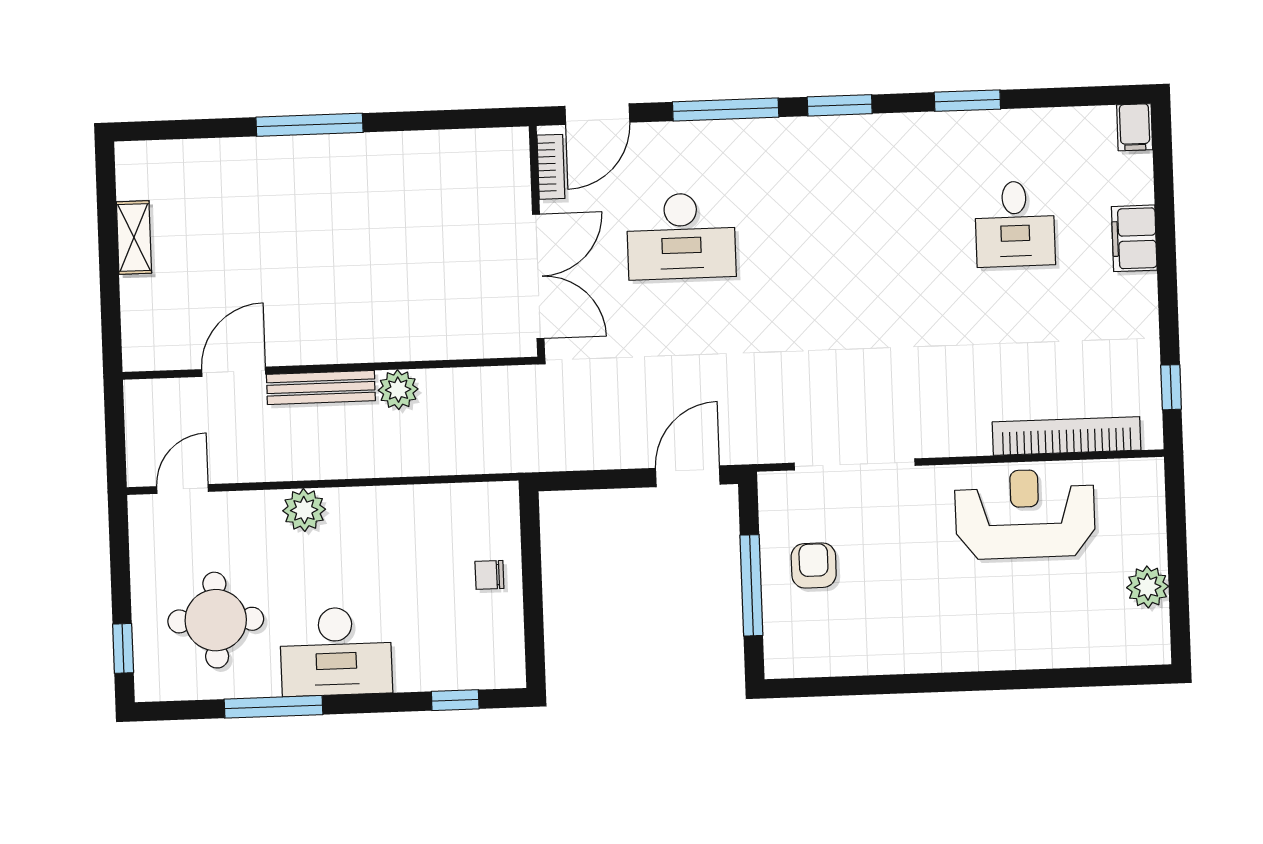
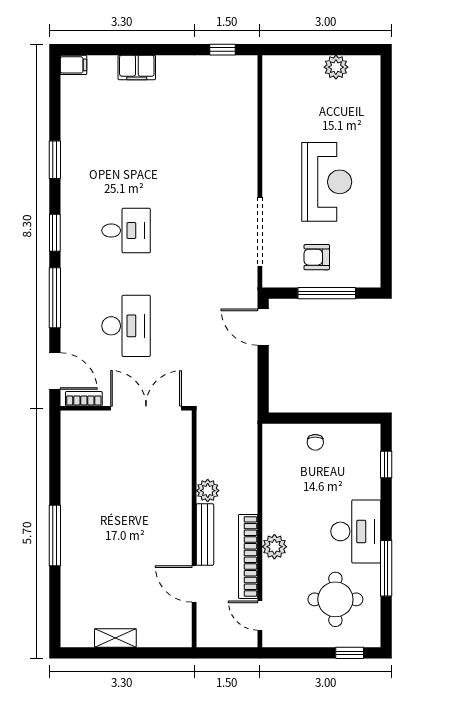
desk: (1015, 224) -> (126, 231), moved
bookcase: (1067, 436) -> (248, 556), moved
reception desk: (1025, 514) -> (327, 182), moved, turned 180

